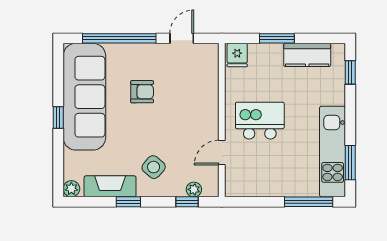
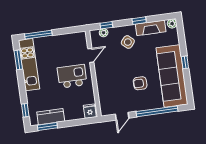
window: (277, 38) -> (47, 127), moved
kitchen island: (260, 121) -> (72, 76), turned 180

